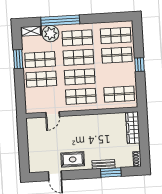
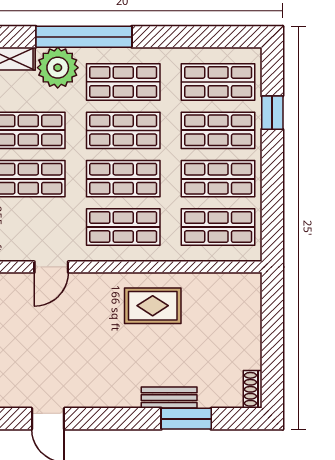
window: (139, 65) -> (272, 113), moved
shop shelf: (118, 75) -> (218, 179), added
wardrobe: (133, 128) -> (247, 312), removed
rug: (73, 159) -> (153, 306), moved

